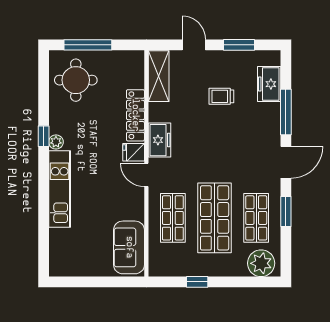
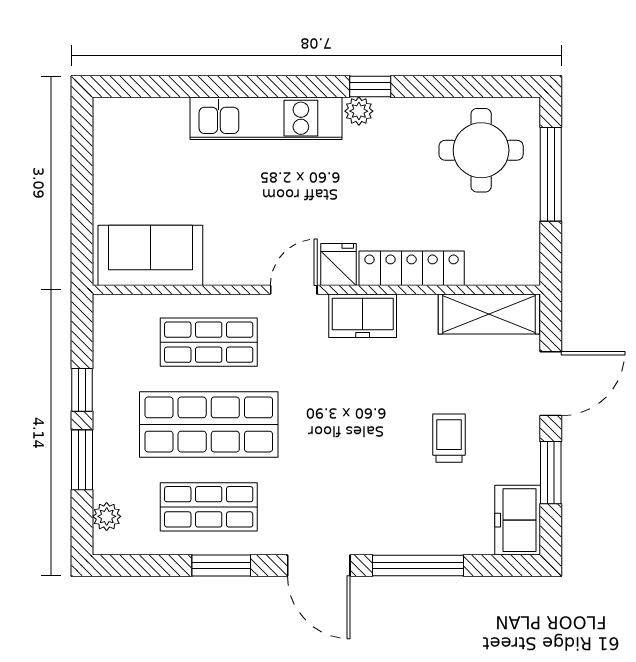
door: (194, 45) -> (551, 384), width x1.38
freezer: (269, 84) -> (518, 520), moved, turned -90
plant: (261, 263) -> (107, 516), width x0.53, depth x0.53
window: (233, 282) -> (82, 460), added

